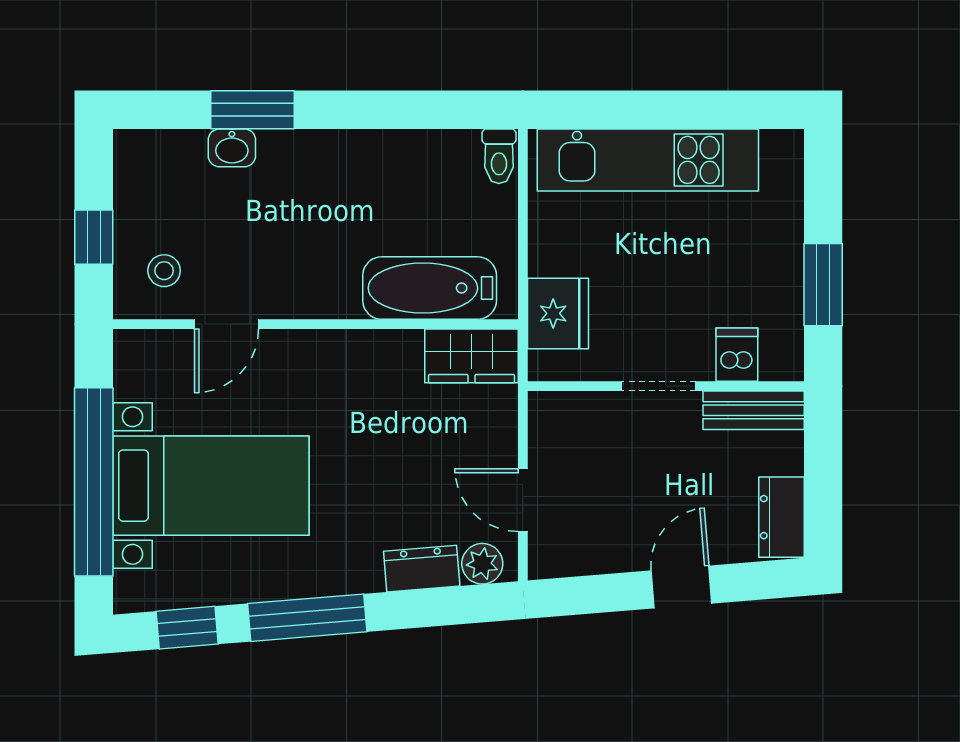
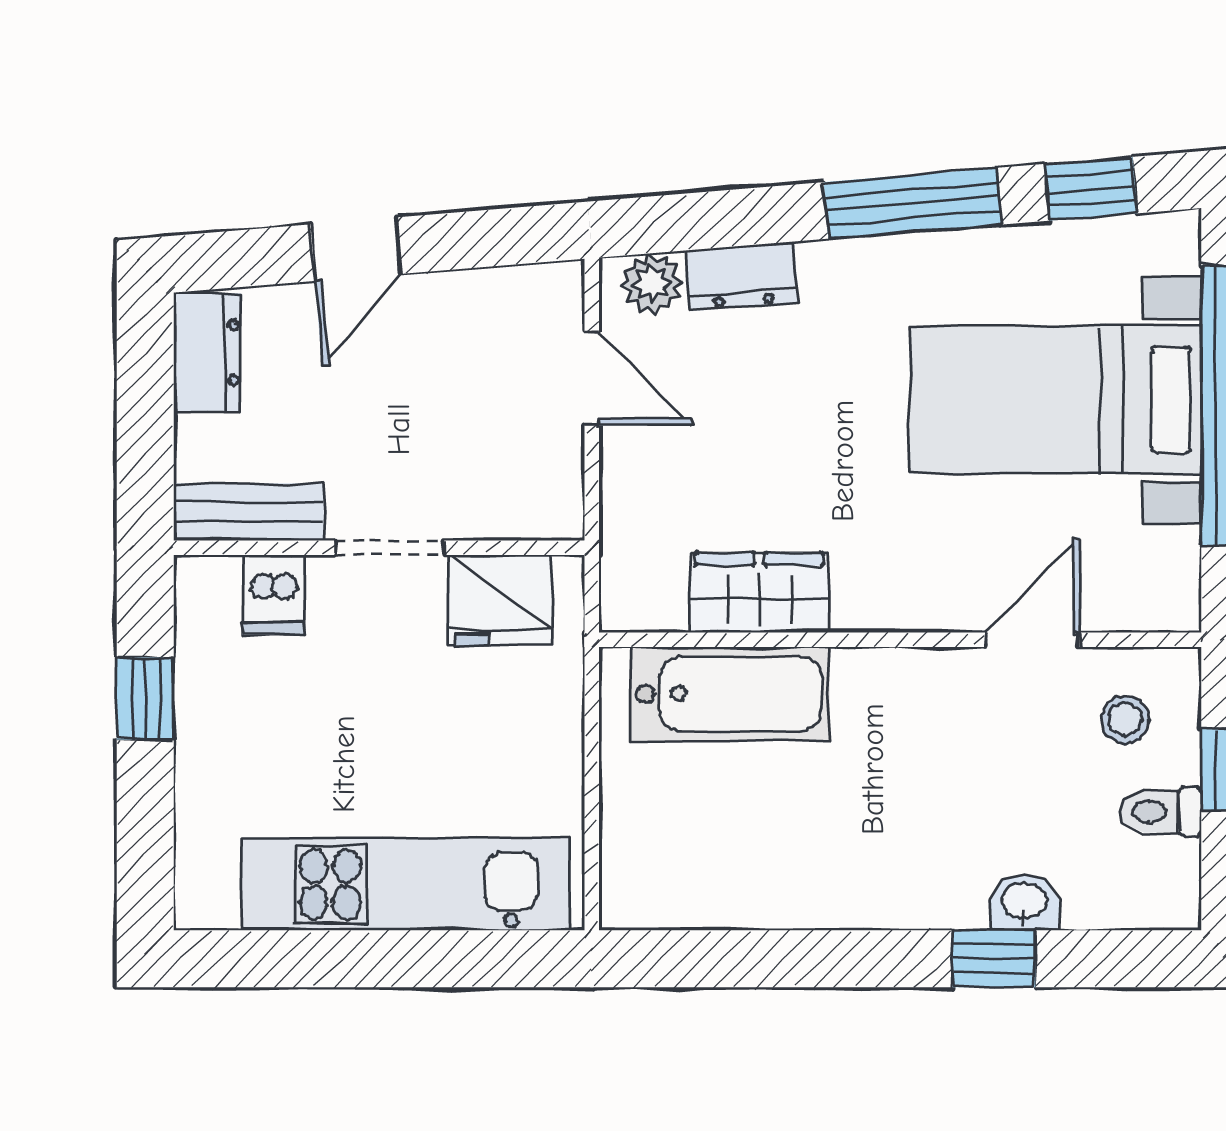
window: (252, 110) -> (994, 959), width x0.67
toilet: (499, 156) -> (1161, 812), moved, turned -90
window: (823, 285) -> (145, 699), width x0.67
fridge: (558, 313) -> (500, 600), moved, turned -90
wardrobe: (471, 356) -> (759, 593), moved

